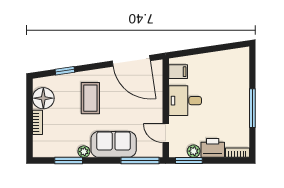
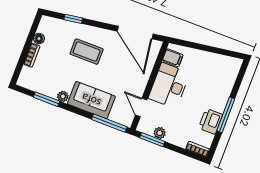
floor lamp: (43, 98) -> (39, 39), width x0.53, depth x0.53
coffee table: (90, 98) -> (87, 52), turned 90
desk: (185, 101) -> (169, 86), width x1.37
printer: (213, 148) -> (211, 121), moved, turned -90

